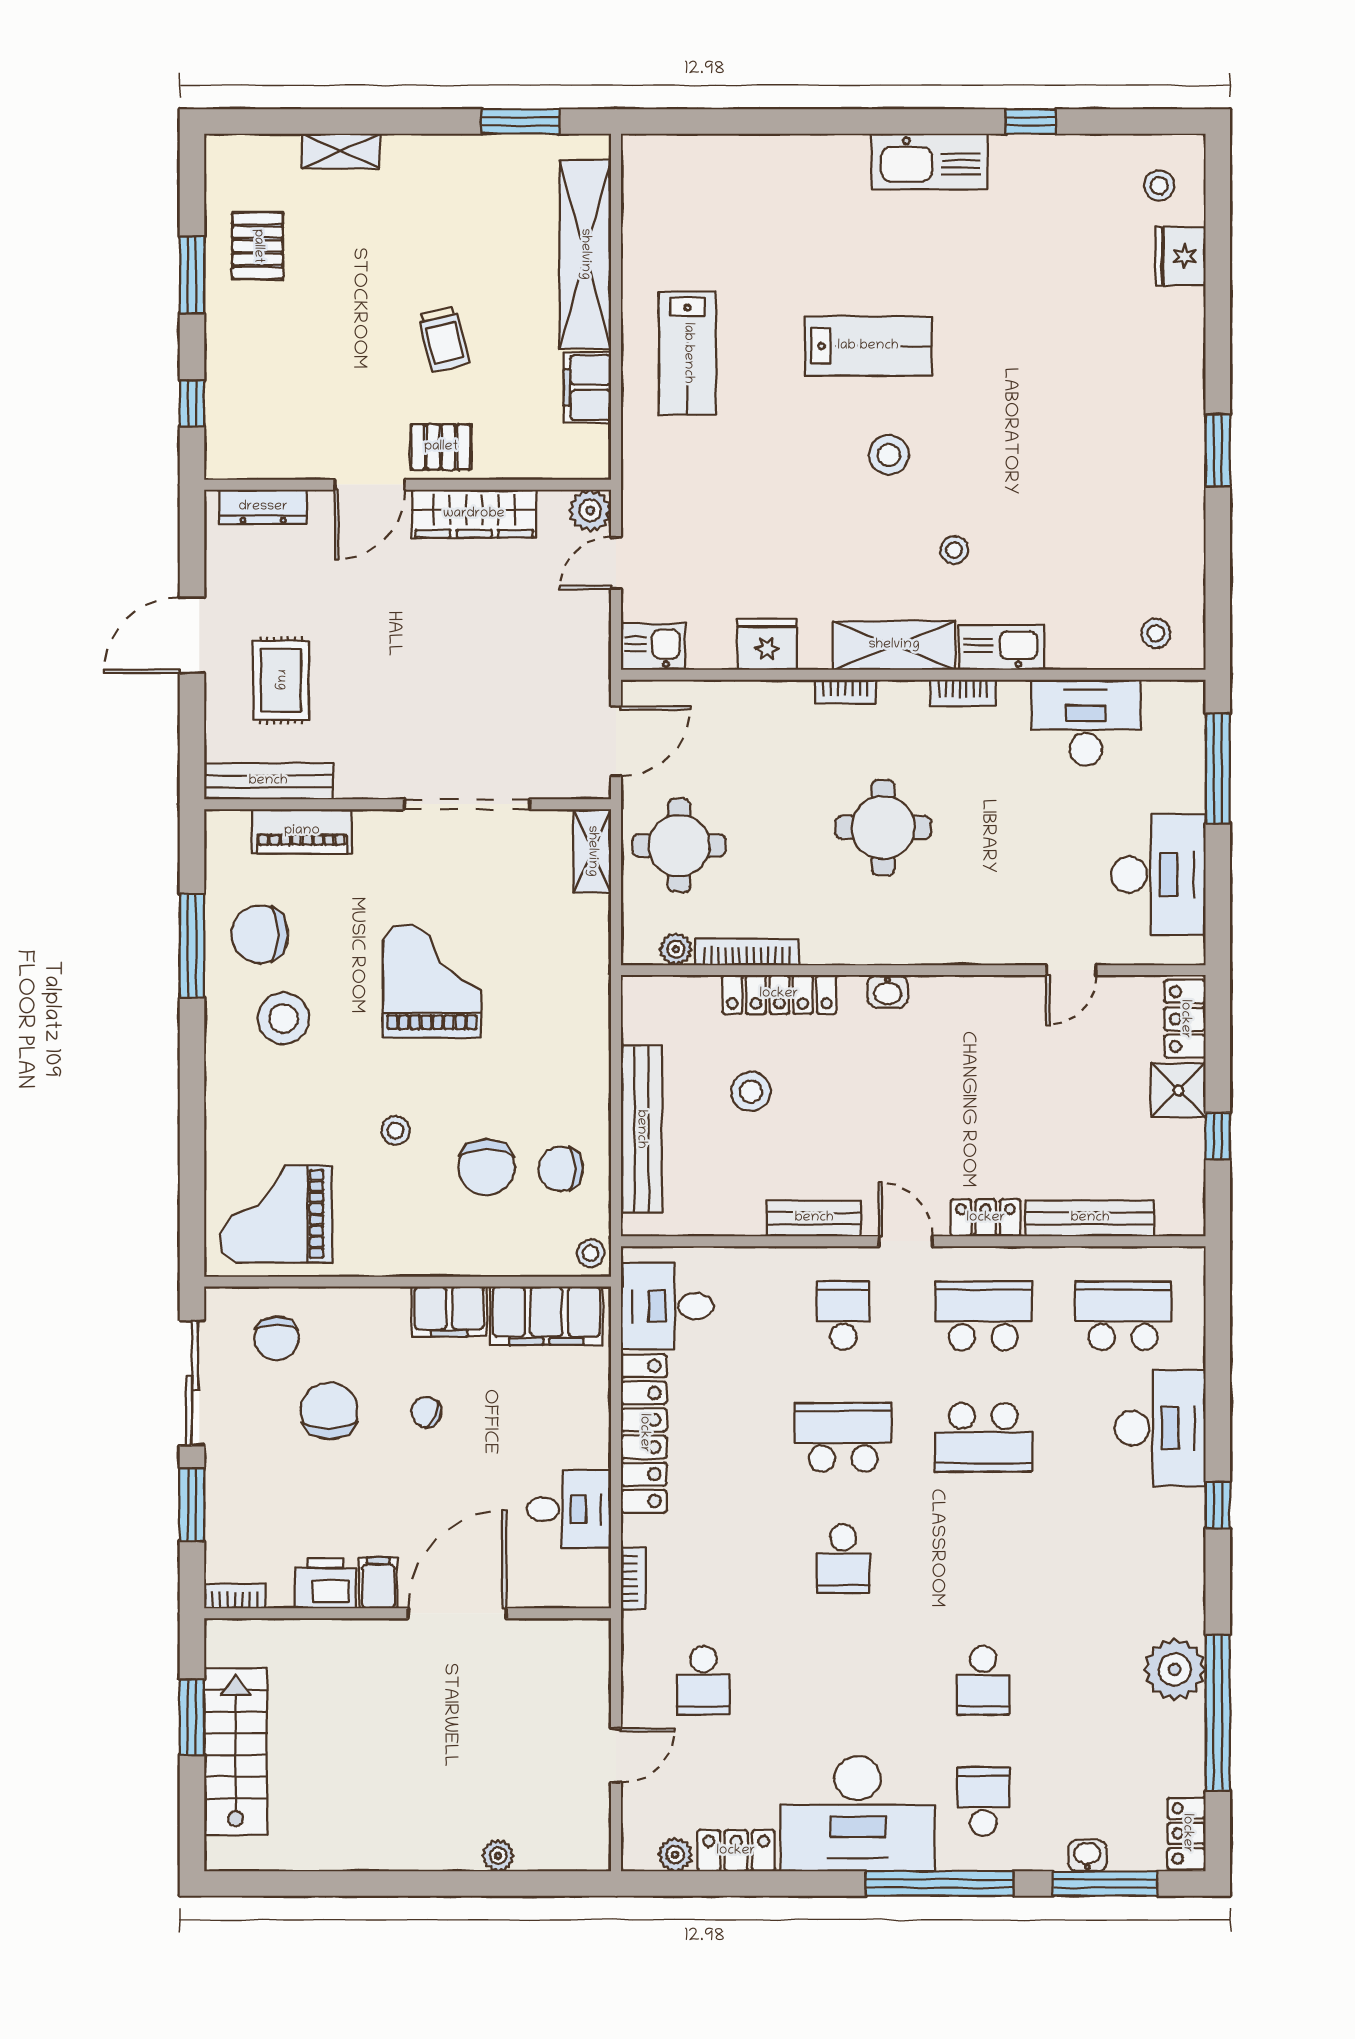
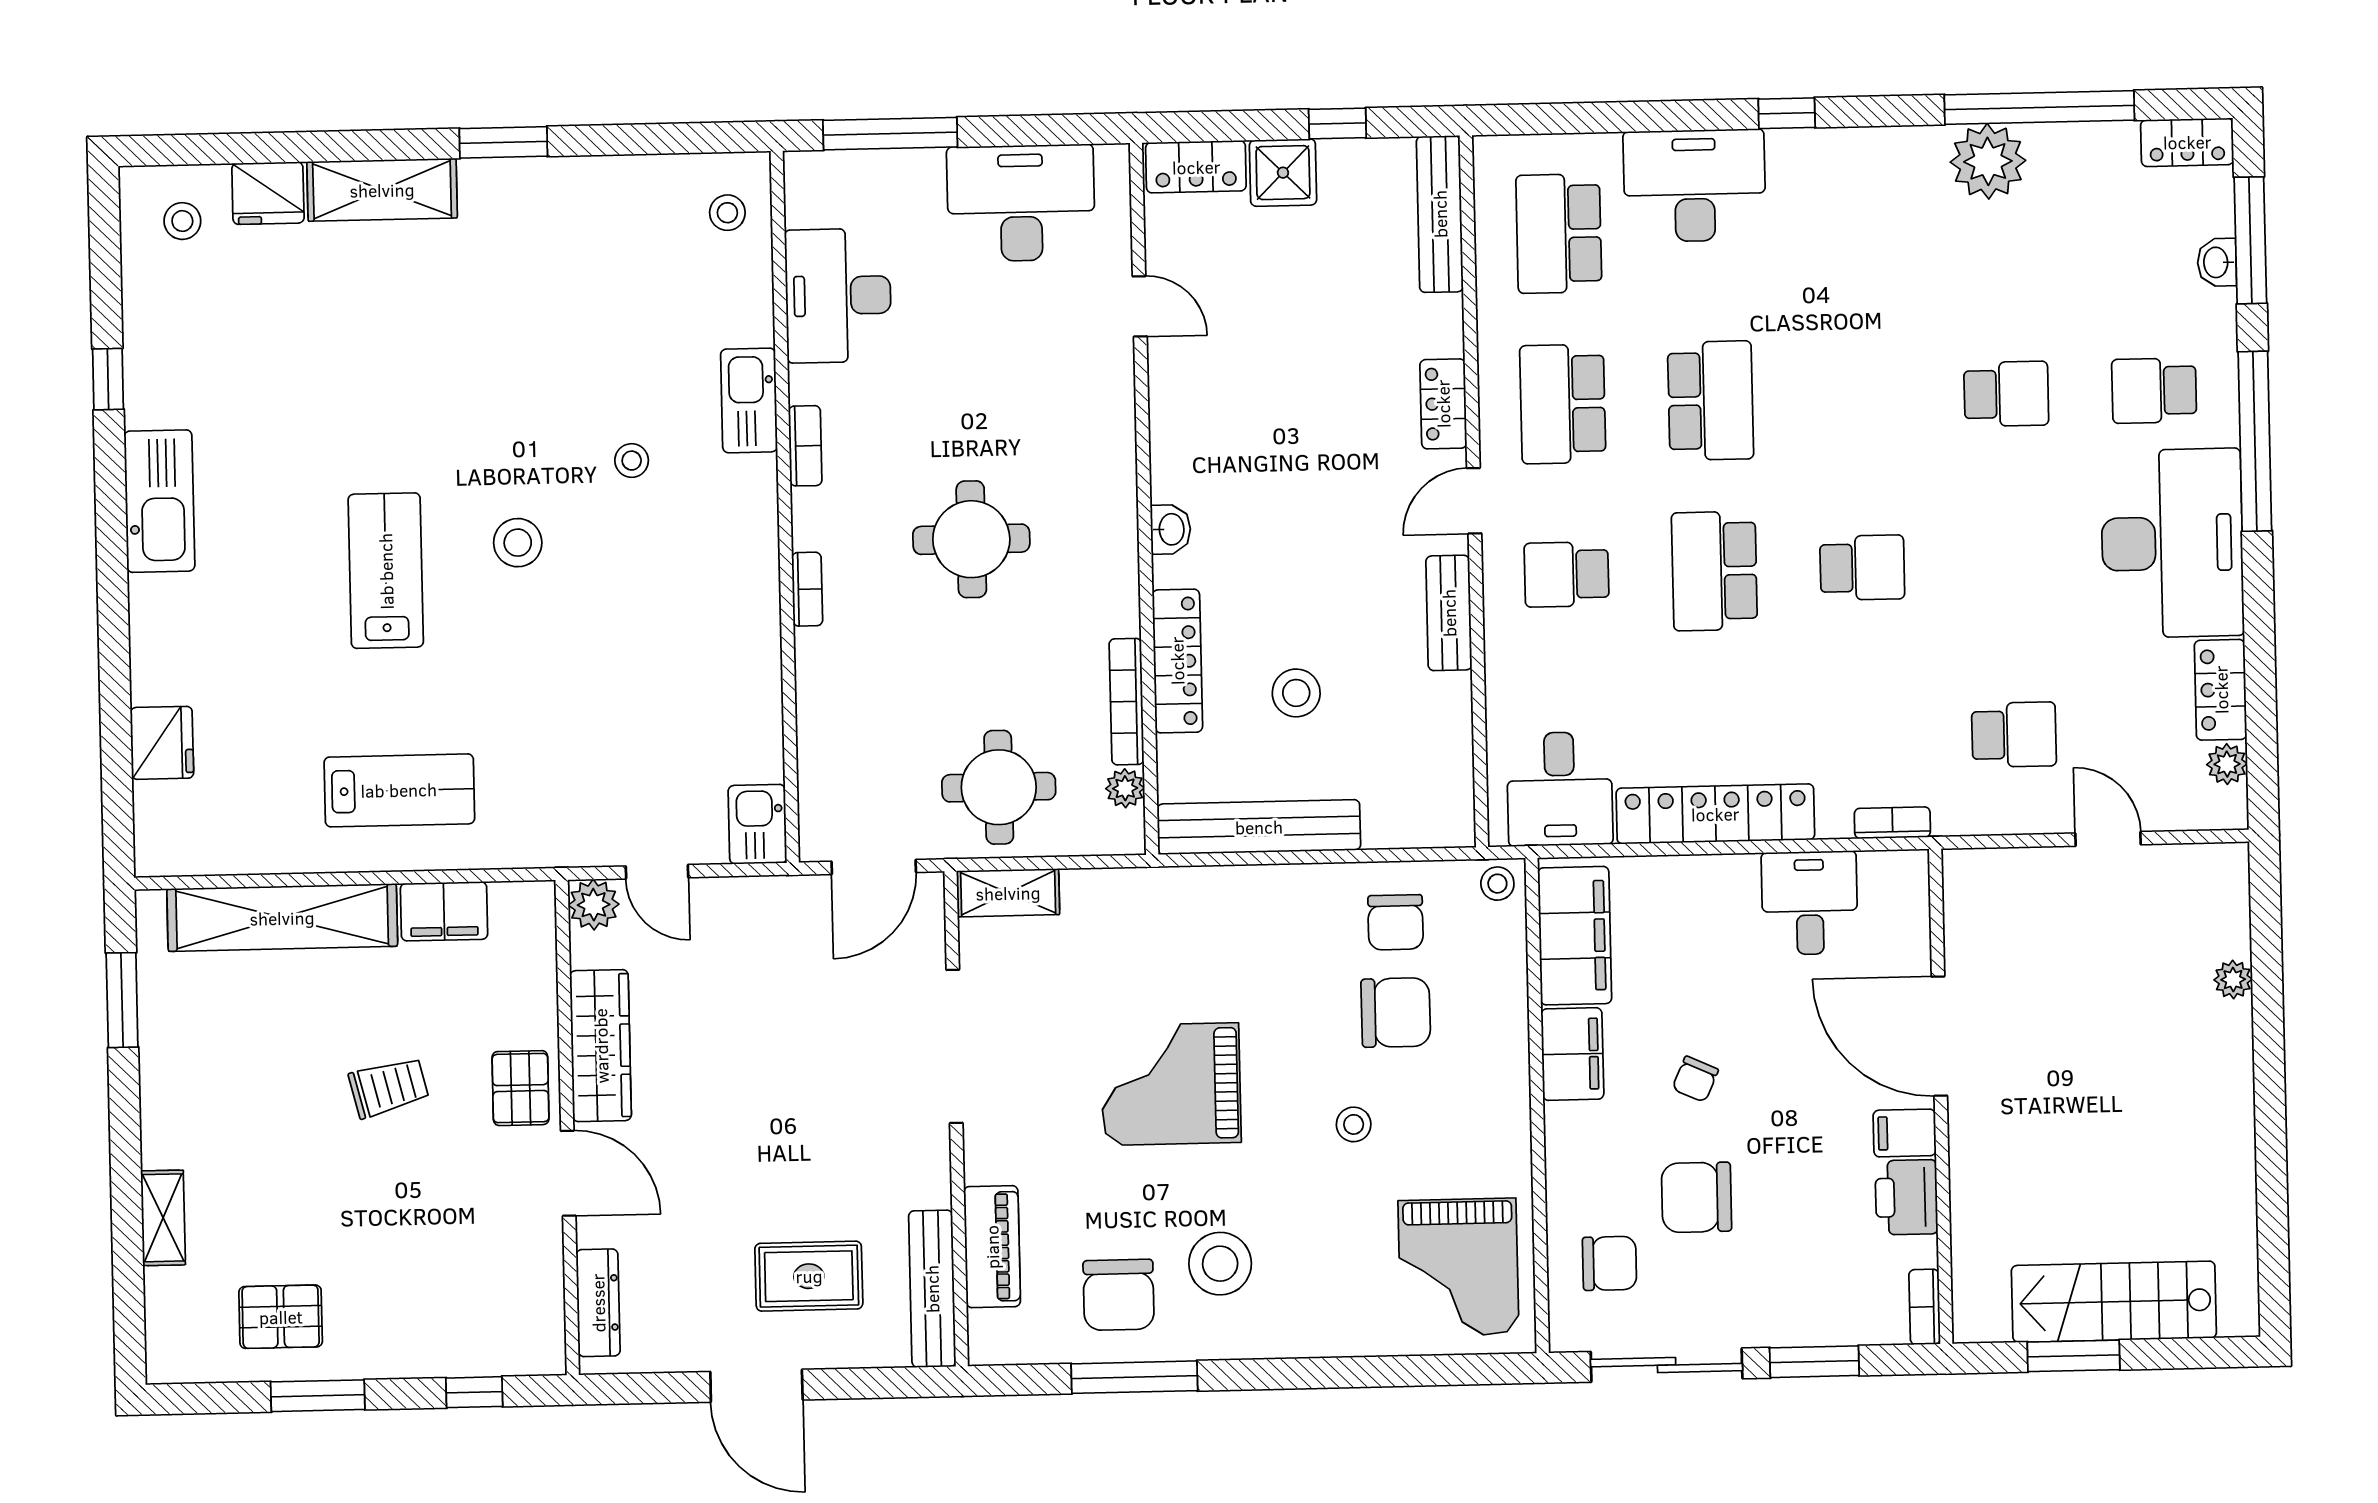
fridge: (767, 645) -> (162, 743), moved, turned 180
shelving: (894, 645) -> (382, 190), moved, turned 90
door: (616, 741) -> (874, 867), swing flipped
bench: (641, 1129) -> (1259, 827), moved
bench: (1090, 1218) -> (1440, 214), moved

